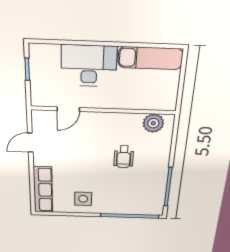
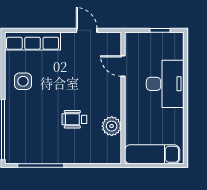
exam couch: (150, 58) -> (152, 154), moved, turned 90
plant: (153, 123) -> (112, 126), moved

